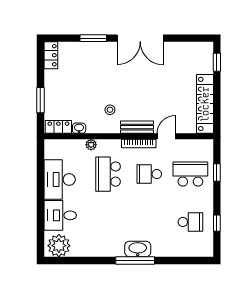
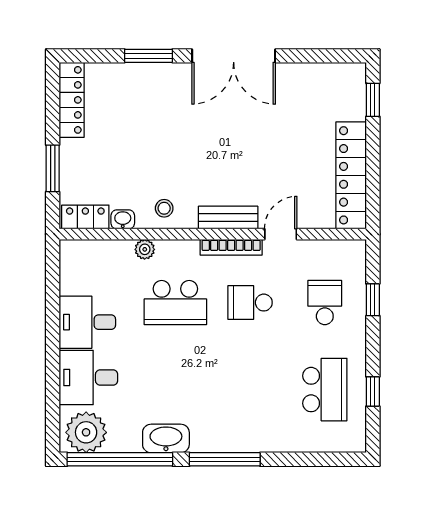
locker: (51, 55) -> (72, 100), width x1.53
stool: (110, 110) -> (164, 208), moved
school desk: (108, 174) -> (175, 303), turned -90
school desk: (190, 174) -> (325, 303), width x0.54
desk: (60, 179) -> (87, 322), width x0.73
school desk: (190, 222) -> (325, 390), width x1.85
washbasin: (138, 249) -> (166, 438), moved
window: (77, 260) -> (120, 459), added

